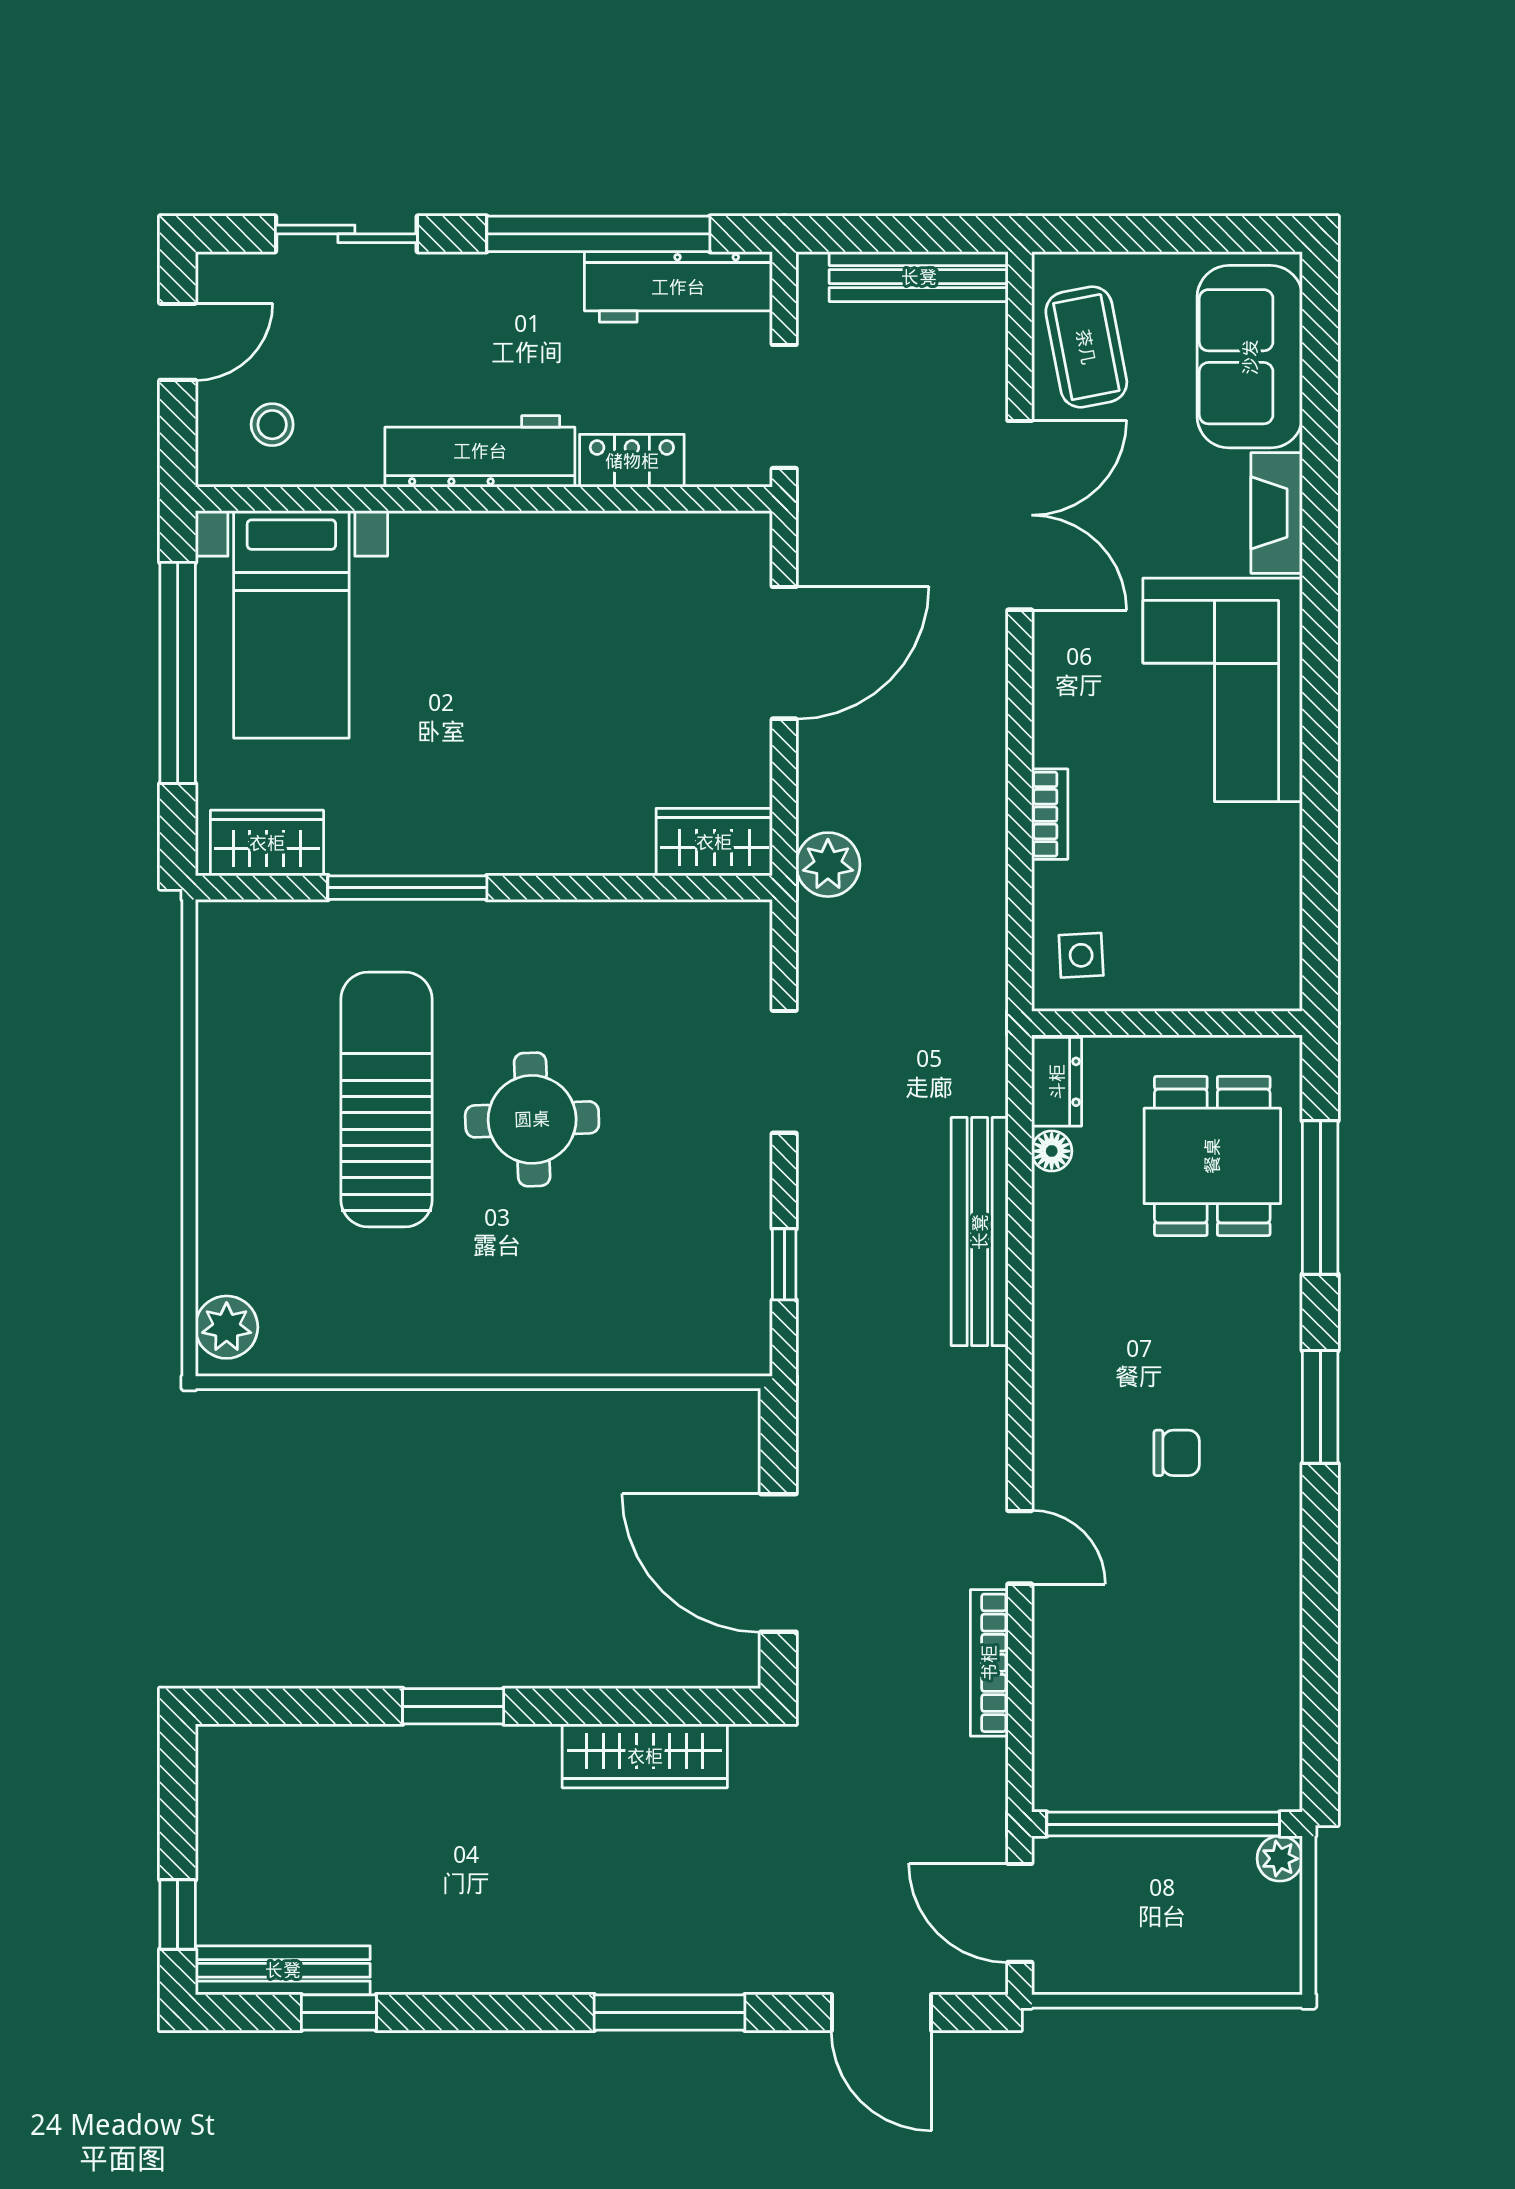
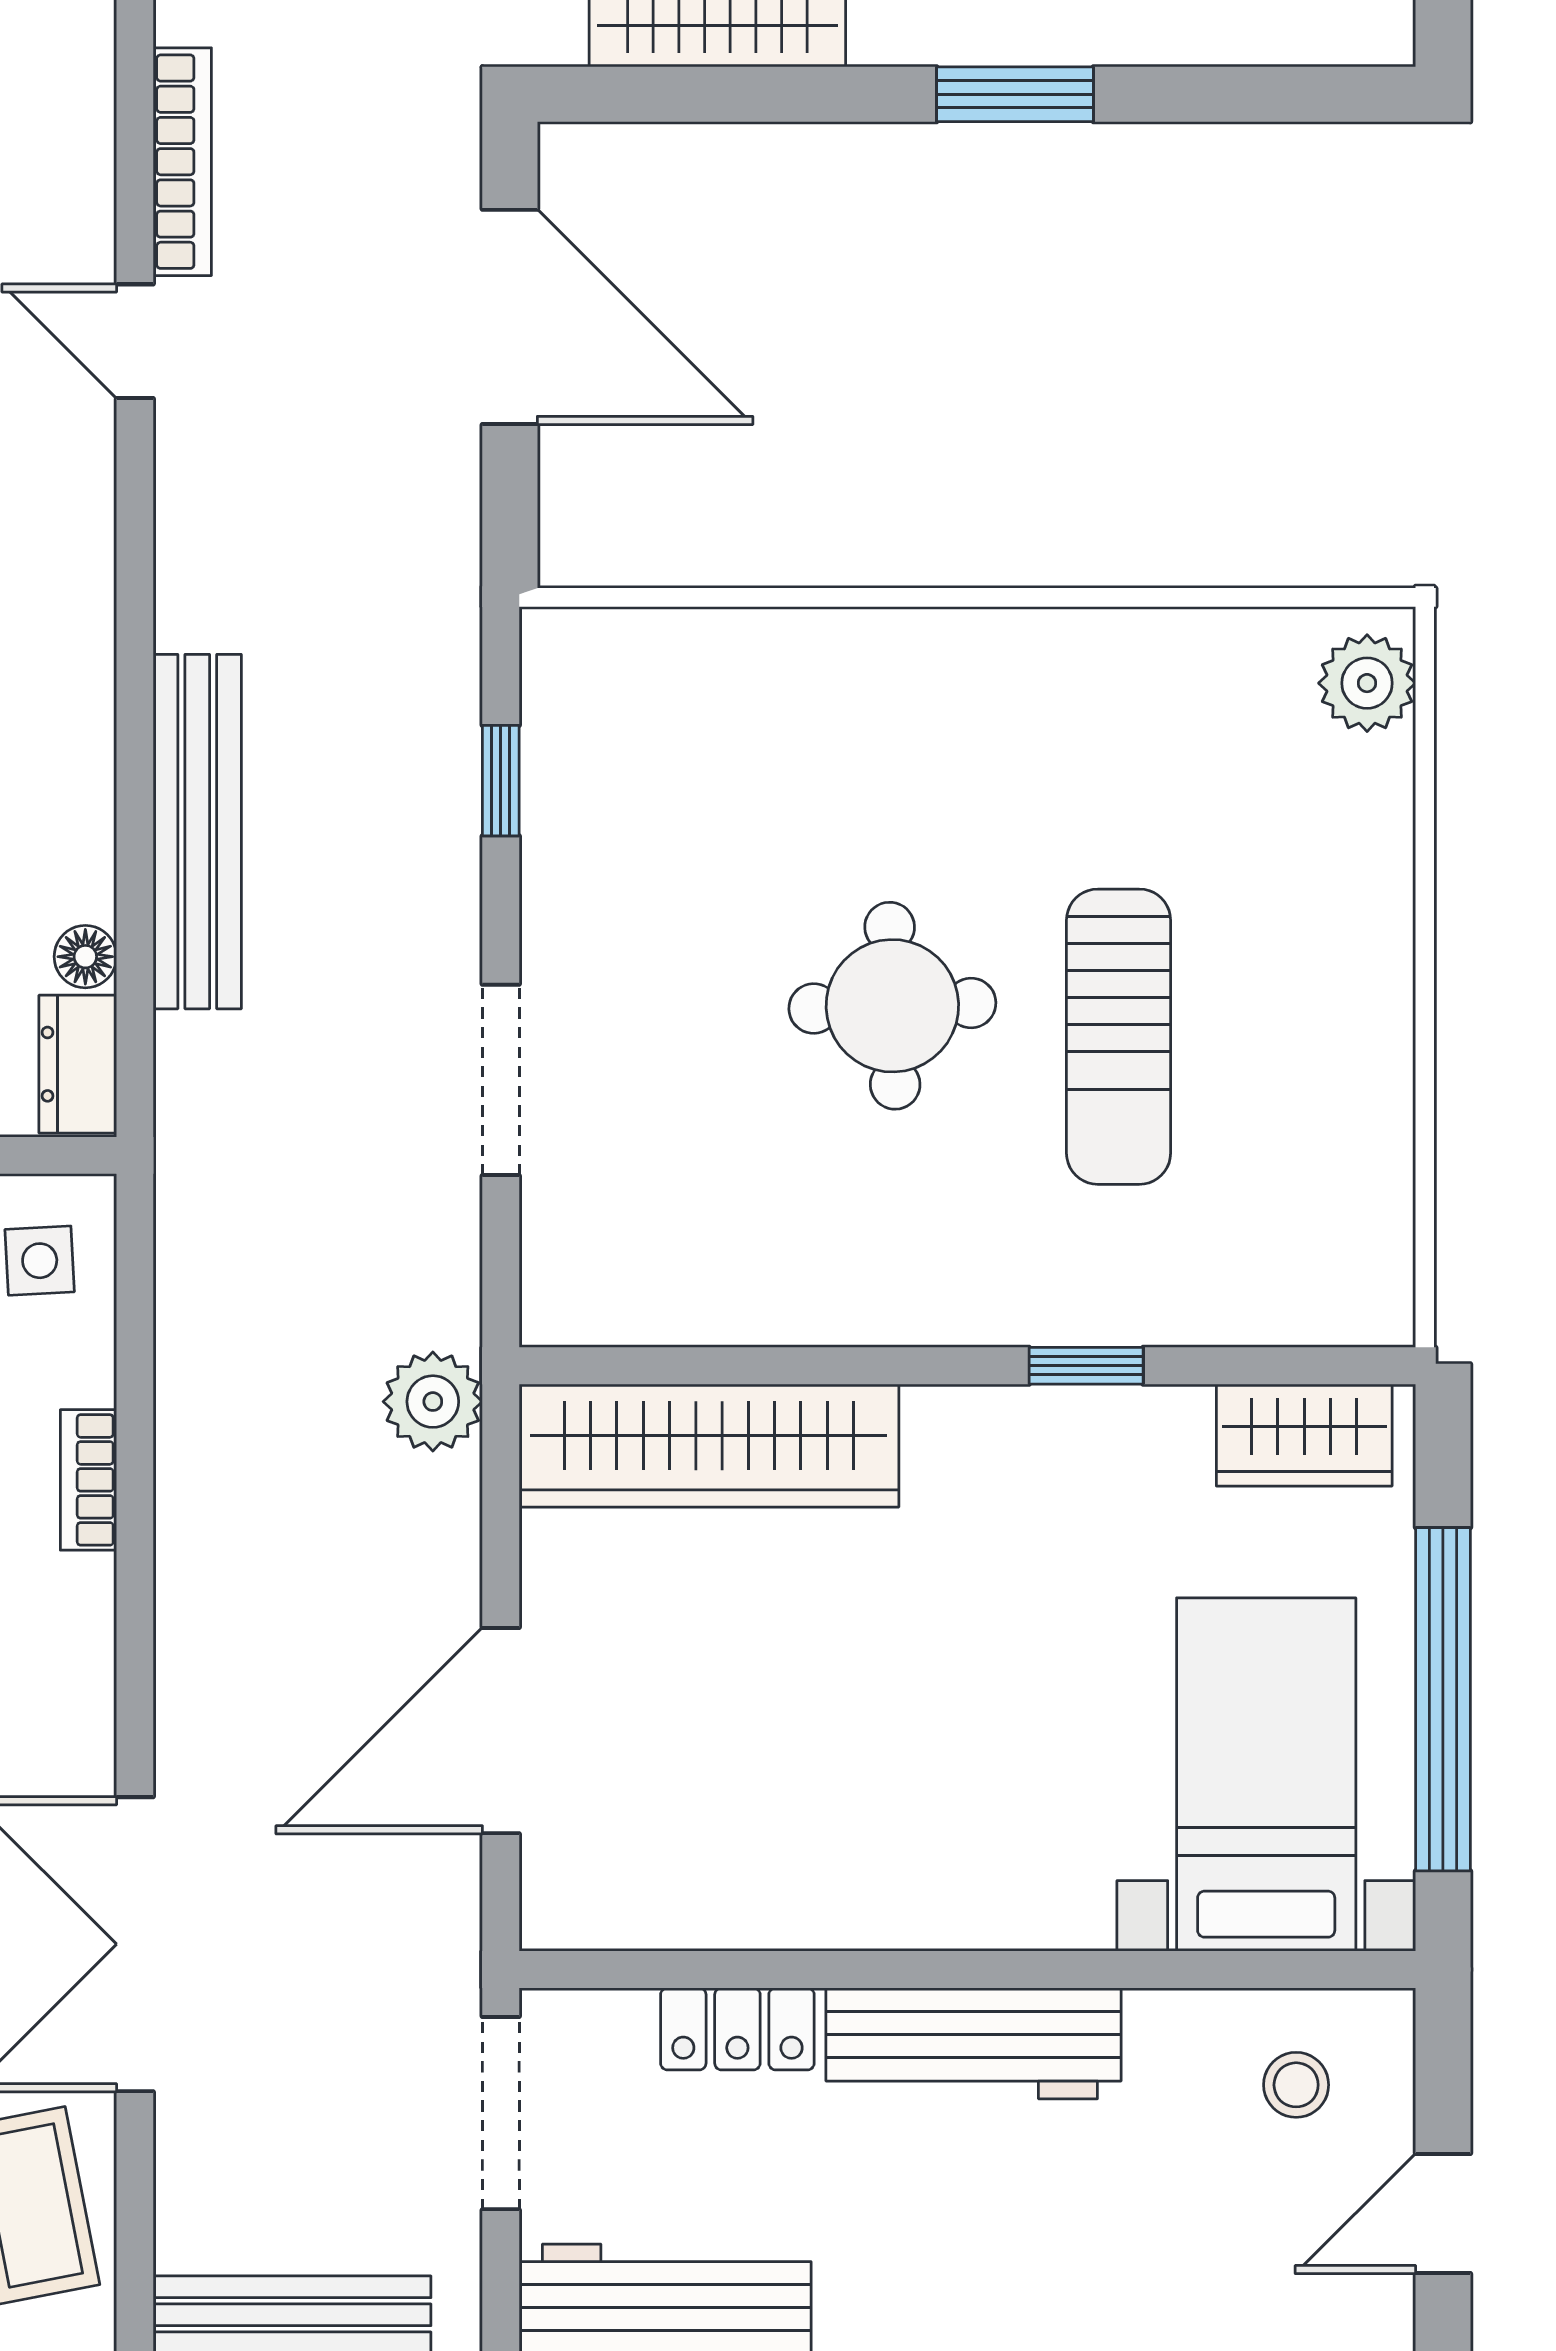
wardrobe: (714, 842) -> (709, 1446), width x2.10, depth x1.17
window: (407, 888) -> (1086, 1366), width x0.46
sun lounger: (386, 1099) -> (1119, 1037), width x0.73, depth x0.75

